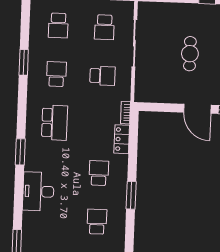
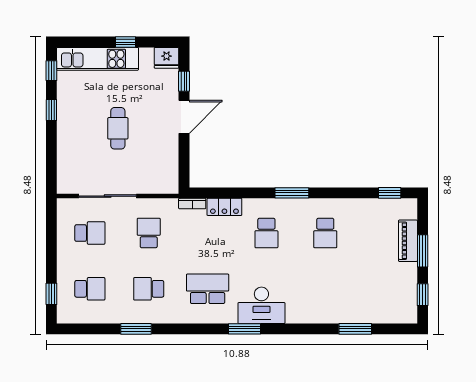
cafe table: (190, 54) -> (118, 128), turned 90
school desk: (99, 173) -> (266, 233), turned -90
desk: (38, 191) -> (261, 305), moved
school desk: (97, 222) -> (325, 233), turned -90

